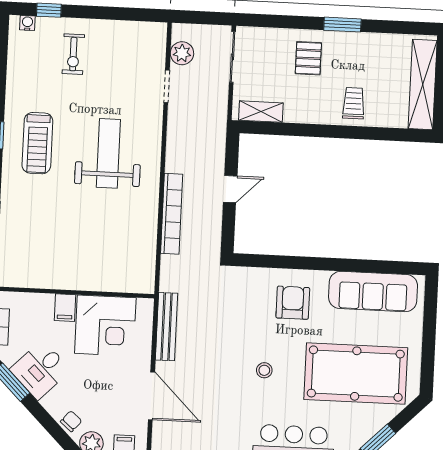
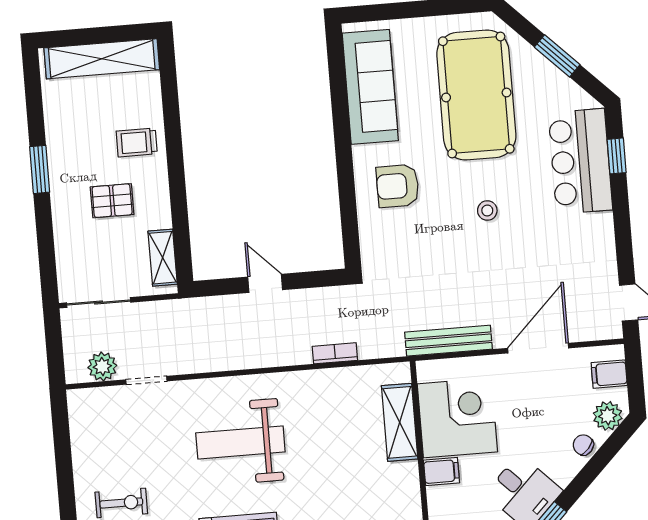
pallet: (308, 58) -> (112, 201), moved
bookcase: (172, 214) -> (335, 353), width x0.43, depth x0.76
shelving: (108, 280) -> (400, 422), added

